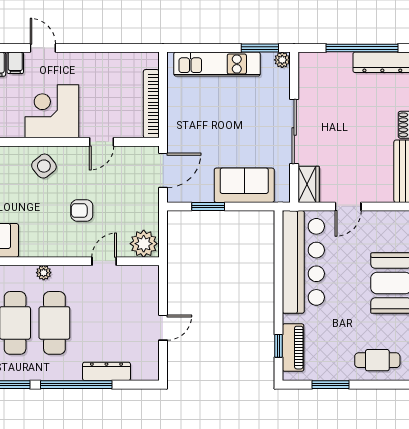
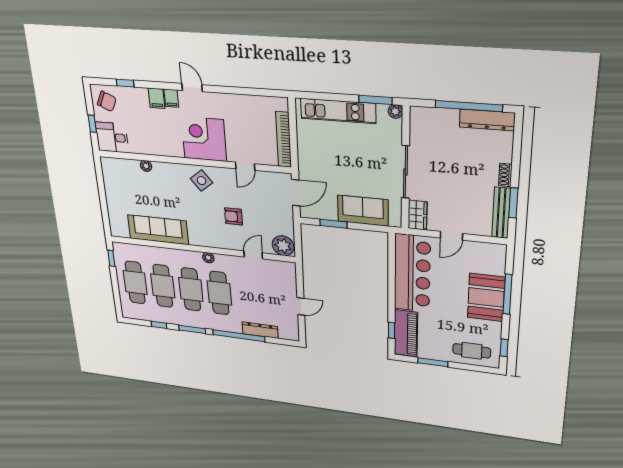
piano: (293, 348) -> (406, 333), width x1.37, depth x1.33

